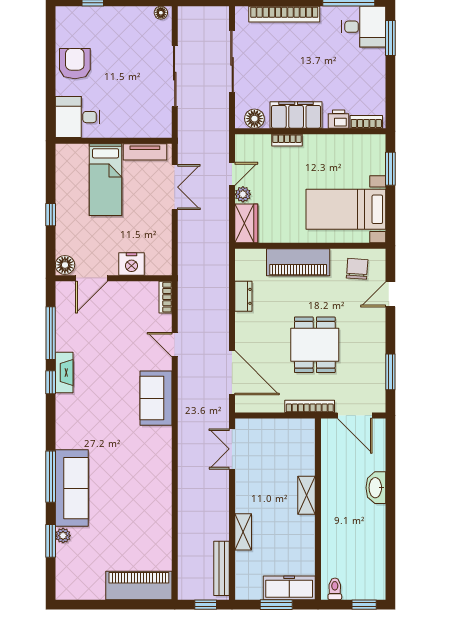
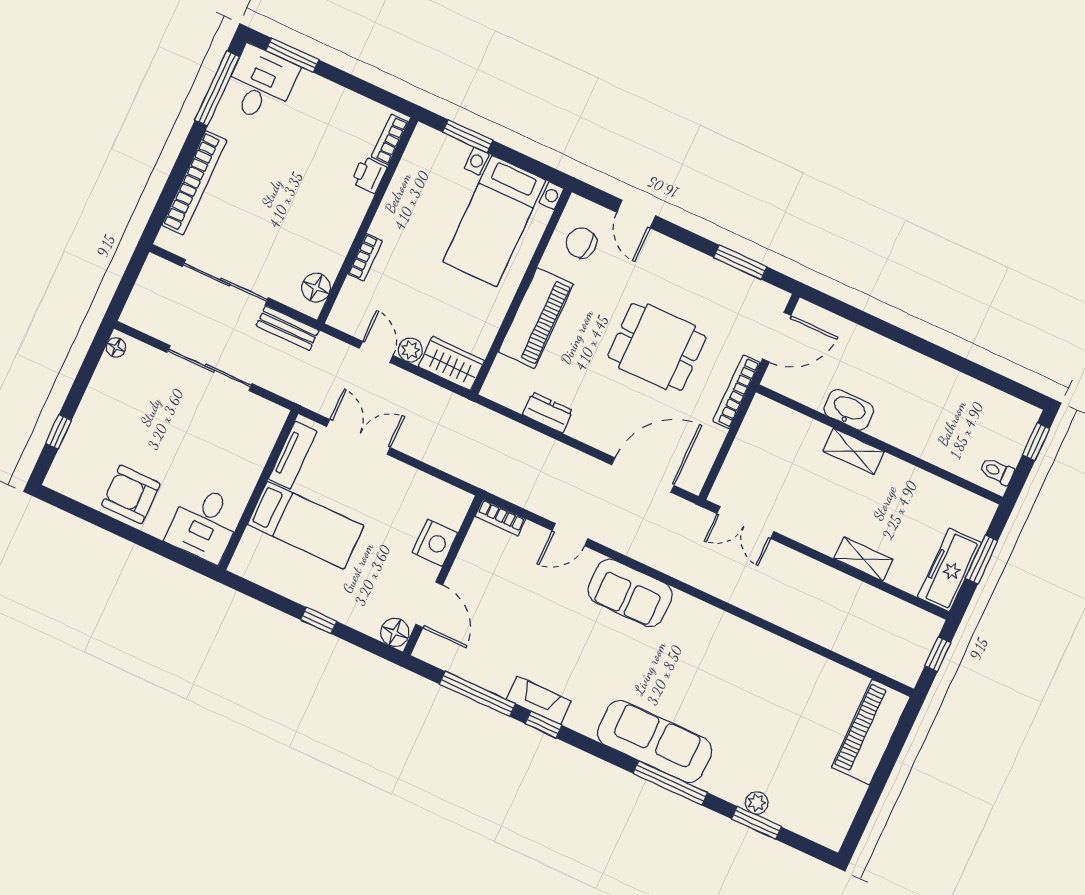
filing cabinet: (296, 115) -> (337, 229), removed
sofa: (72, 488) -> (655, 741), moved
washbasin: (376, 488) -> (849, 410), moved, turned 180
bench: (222, 568) -> (288, 328), moved, width x0.73
freezer: (289, 588) -> (949, 570), moved

